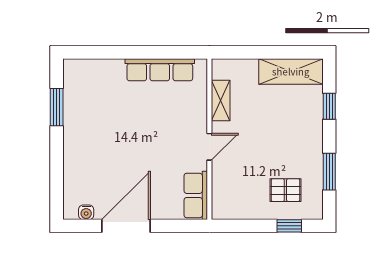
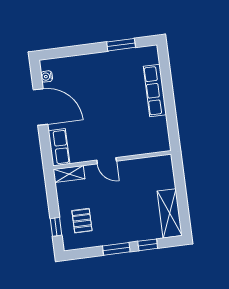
row of seats: (160, 70) -> (155, 91), moved
shelving: (221, 101) -> (69, 174), moved
window: (329, 172) -> (116, 249), moved
row of seats: (196, 195) -> (59, 147), moved, turned 90

